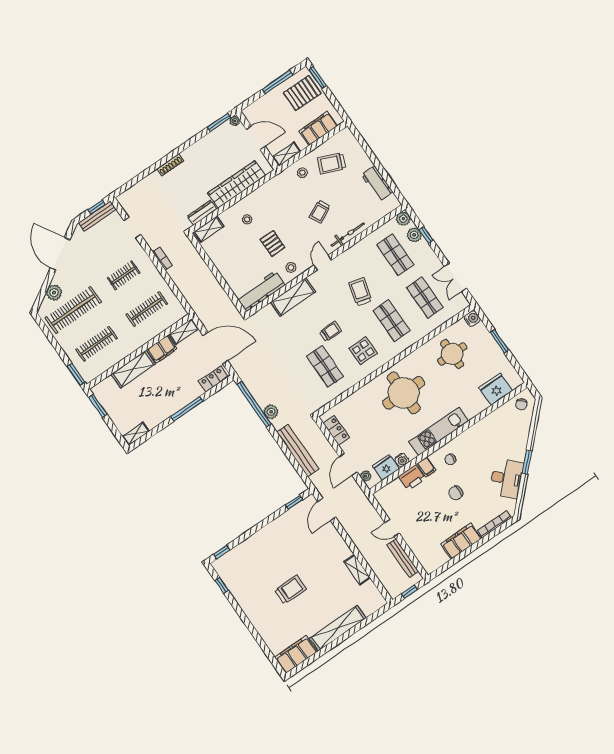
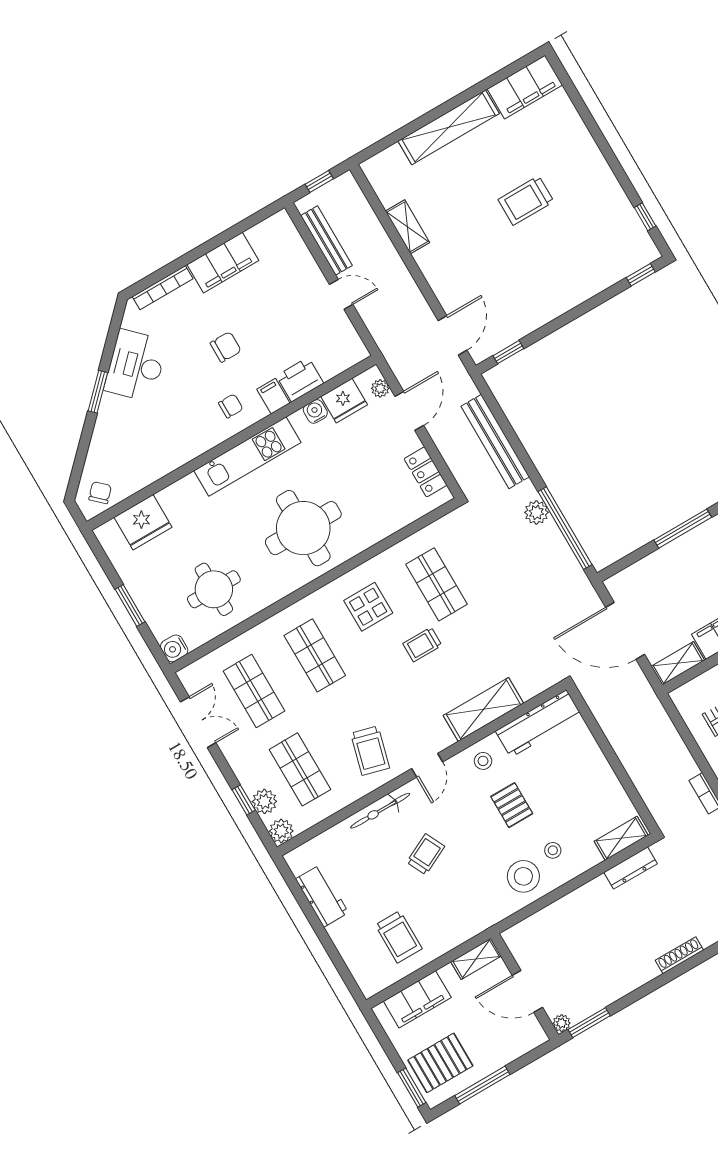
trolley: (332, 163) -> (399, 937), turned 68
stool: (302, 173) -> (523, 876), moved, width x1.89, depth x1.89
wardrobe: (236, 184) -> (567, 913), removed
trolley: (360, 292) -> (370, 751), moved
locker: (213, 379) -> (633, 577), removed

